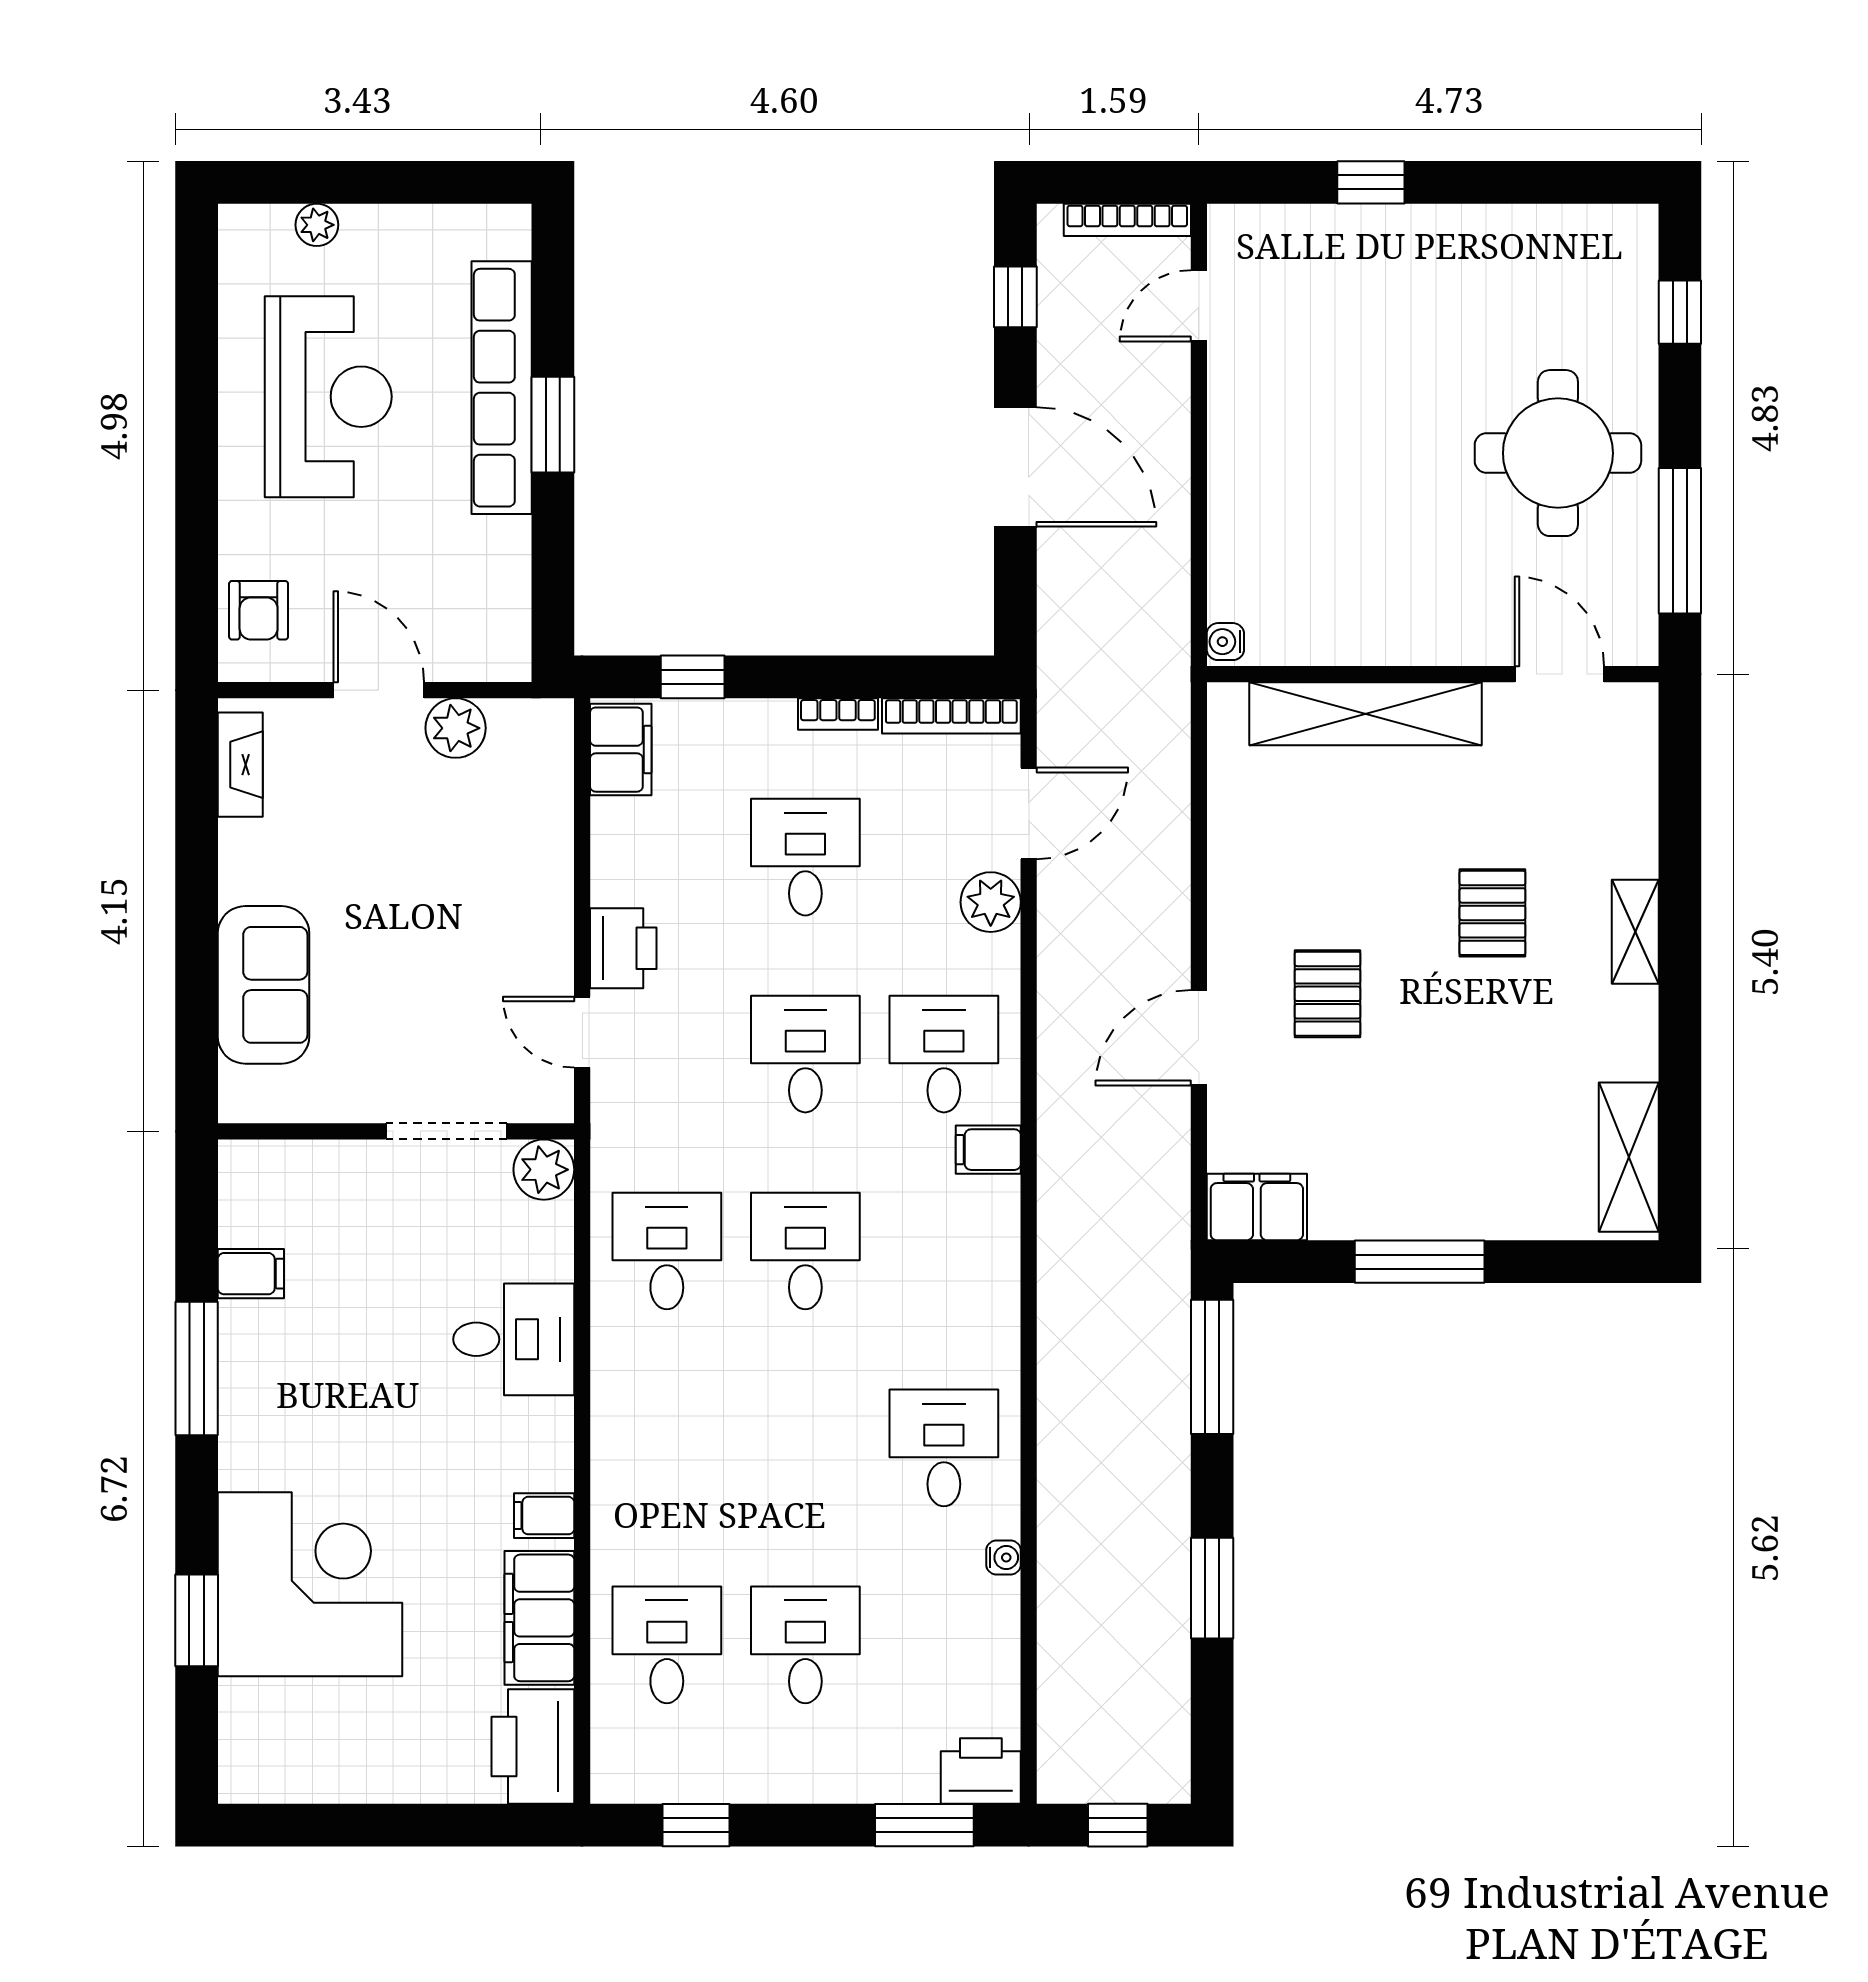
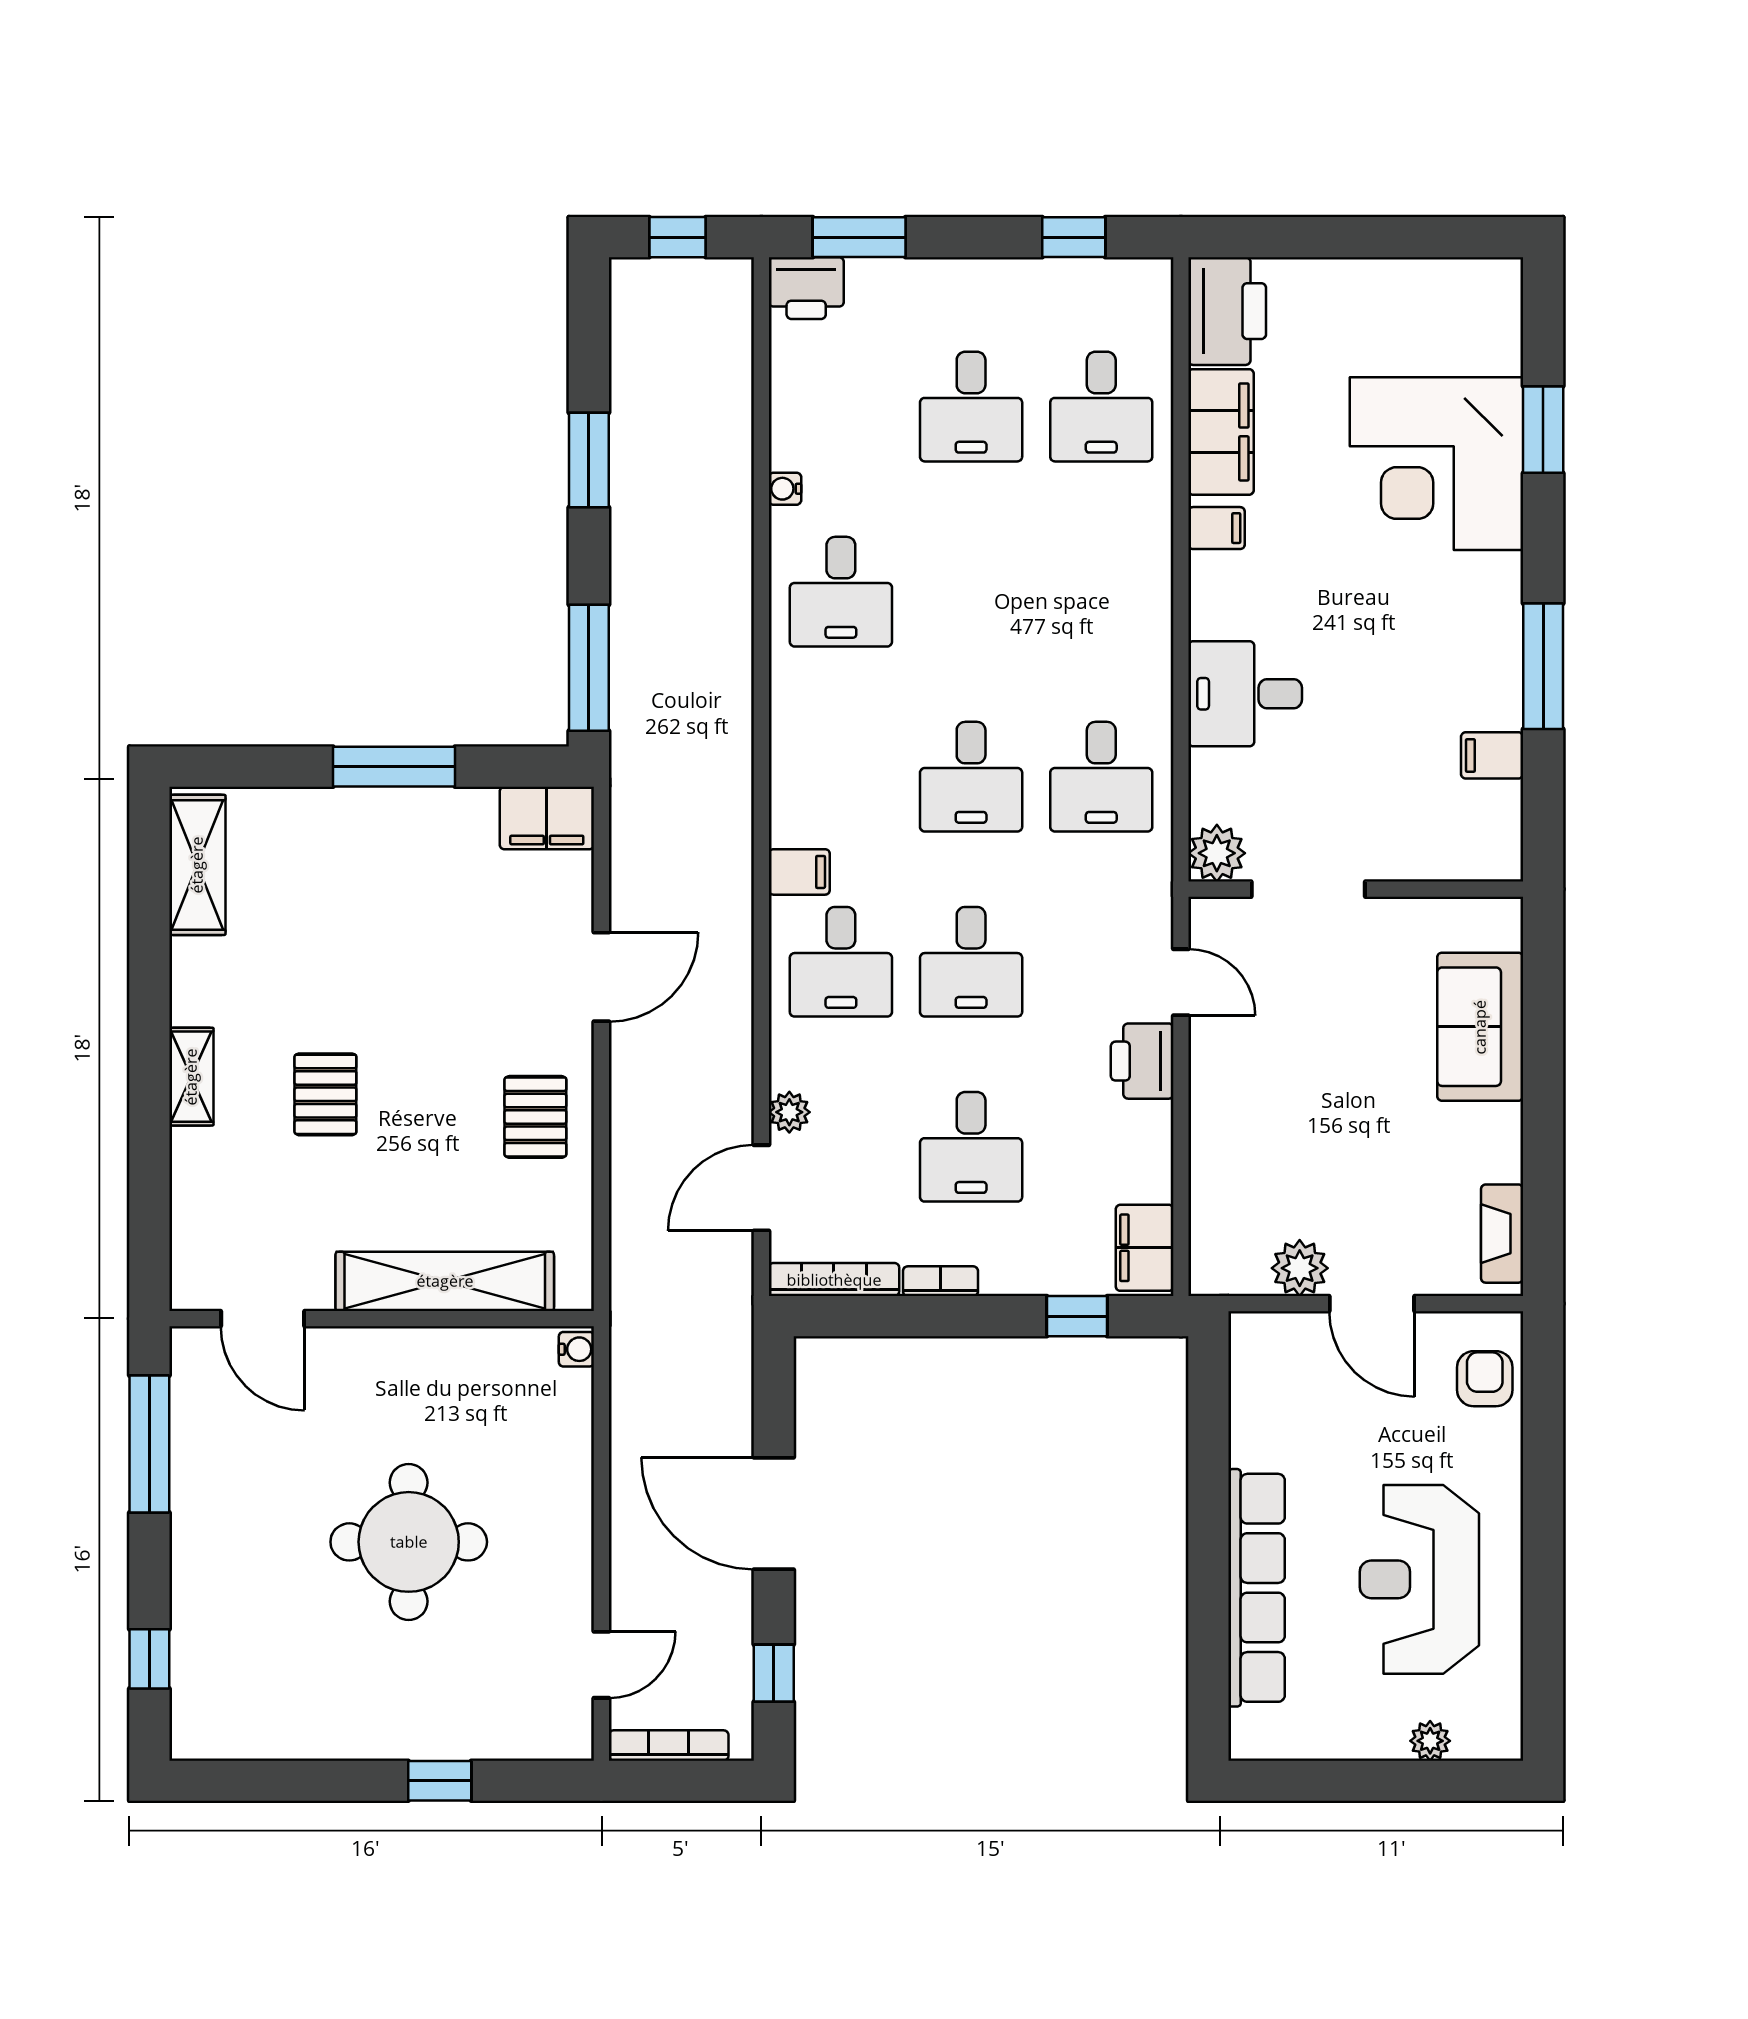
window: (553, 425) -> (1208, 1553), removed
round table: (1558, 453) -> (409, 1542), moved
plant: (991, 902) -> (789, 1112), width x0.73, depth x0.73
pallet: (1328, 994) -> (535, 1117), moved

